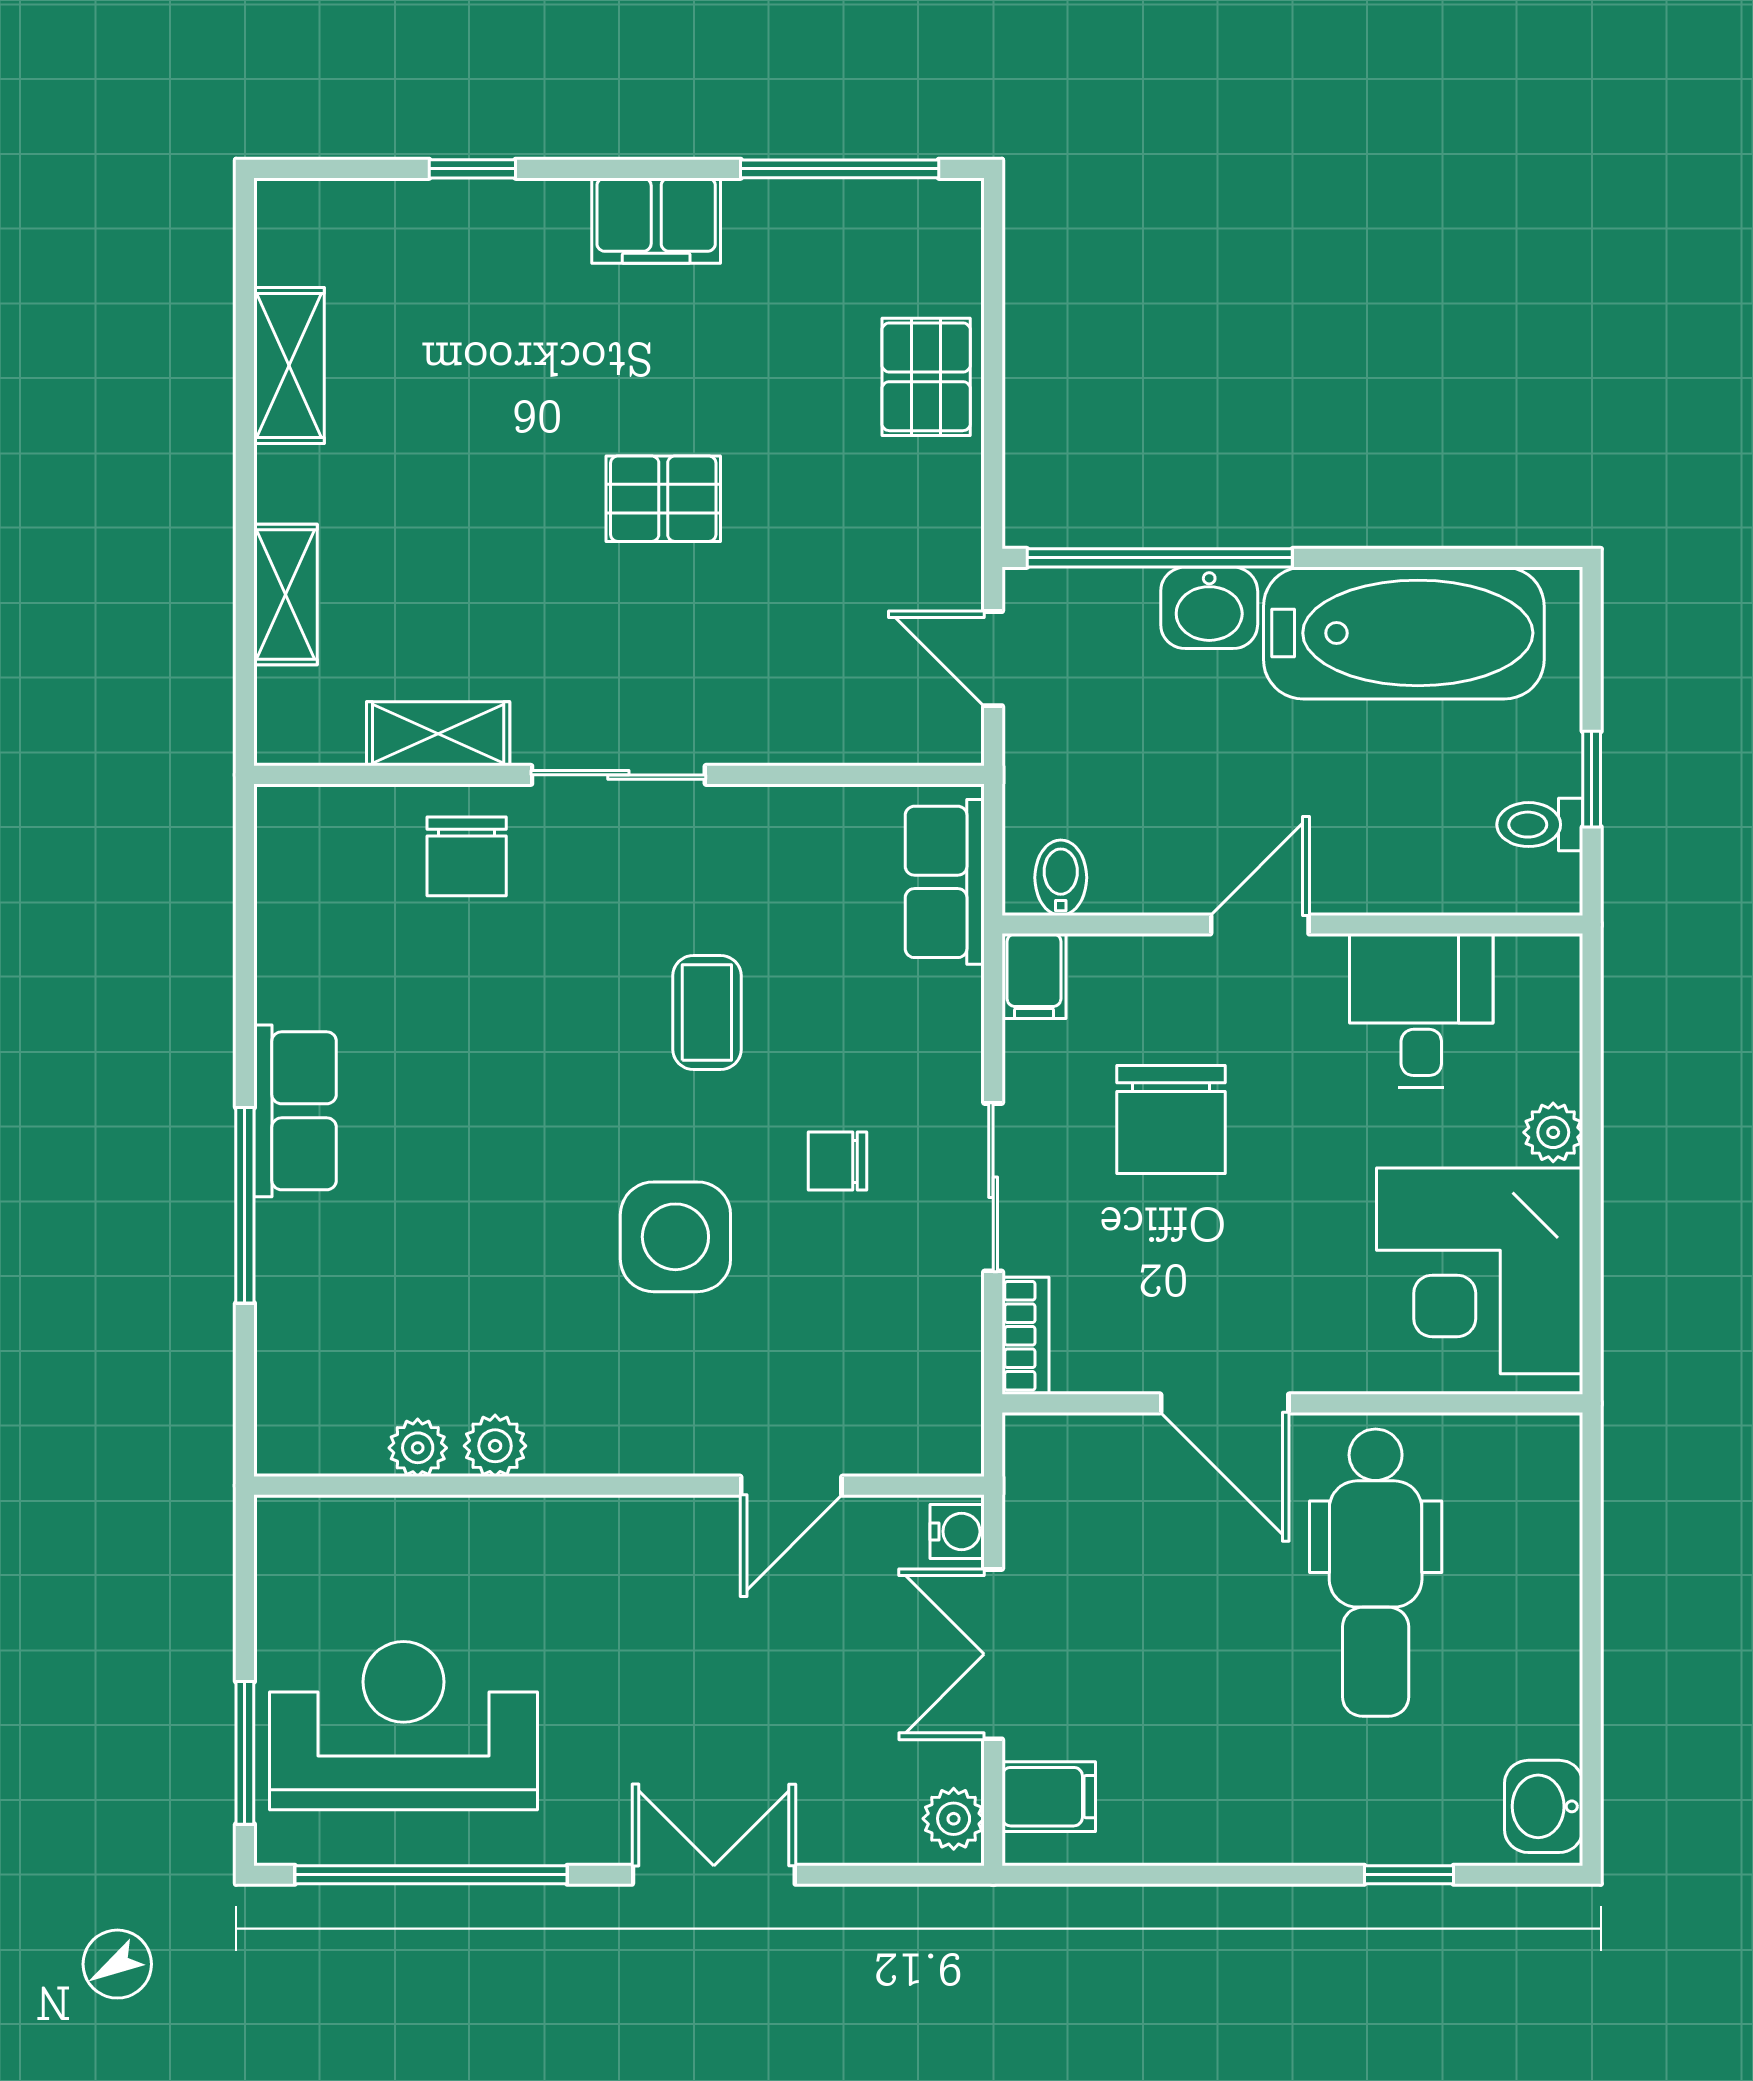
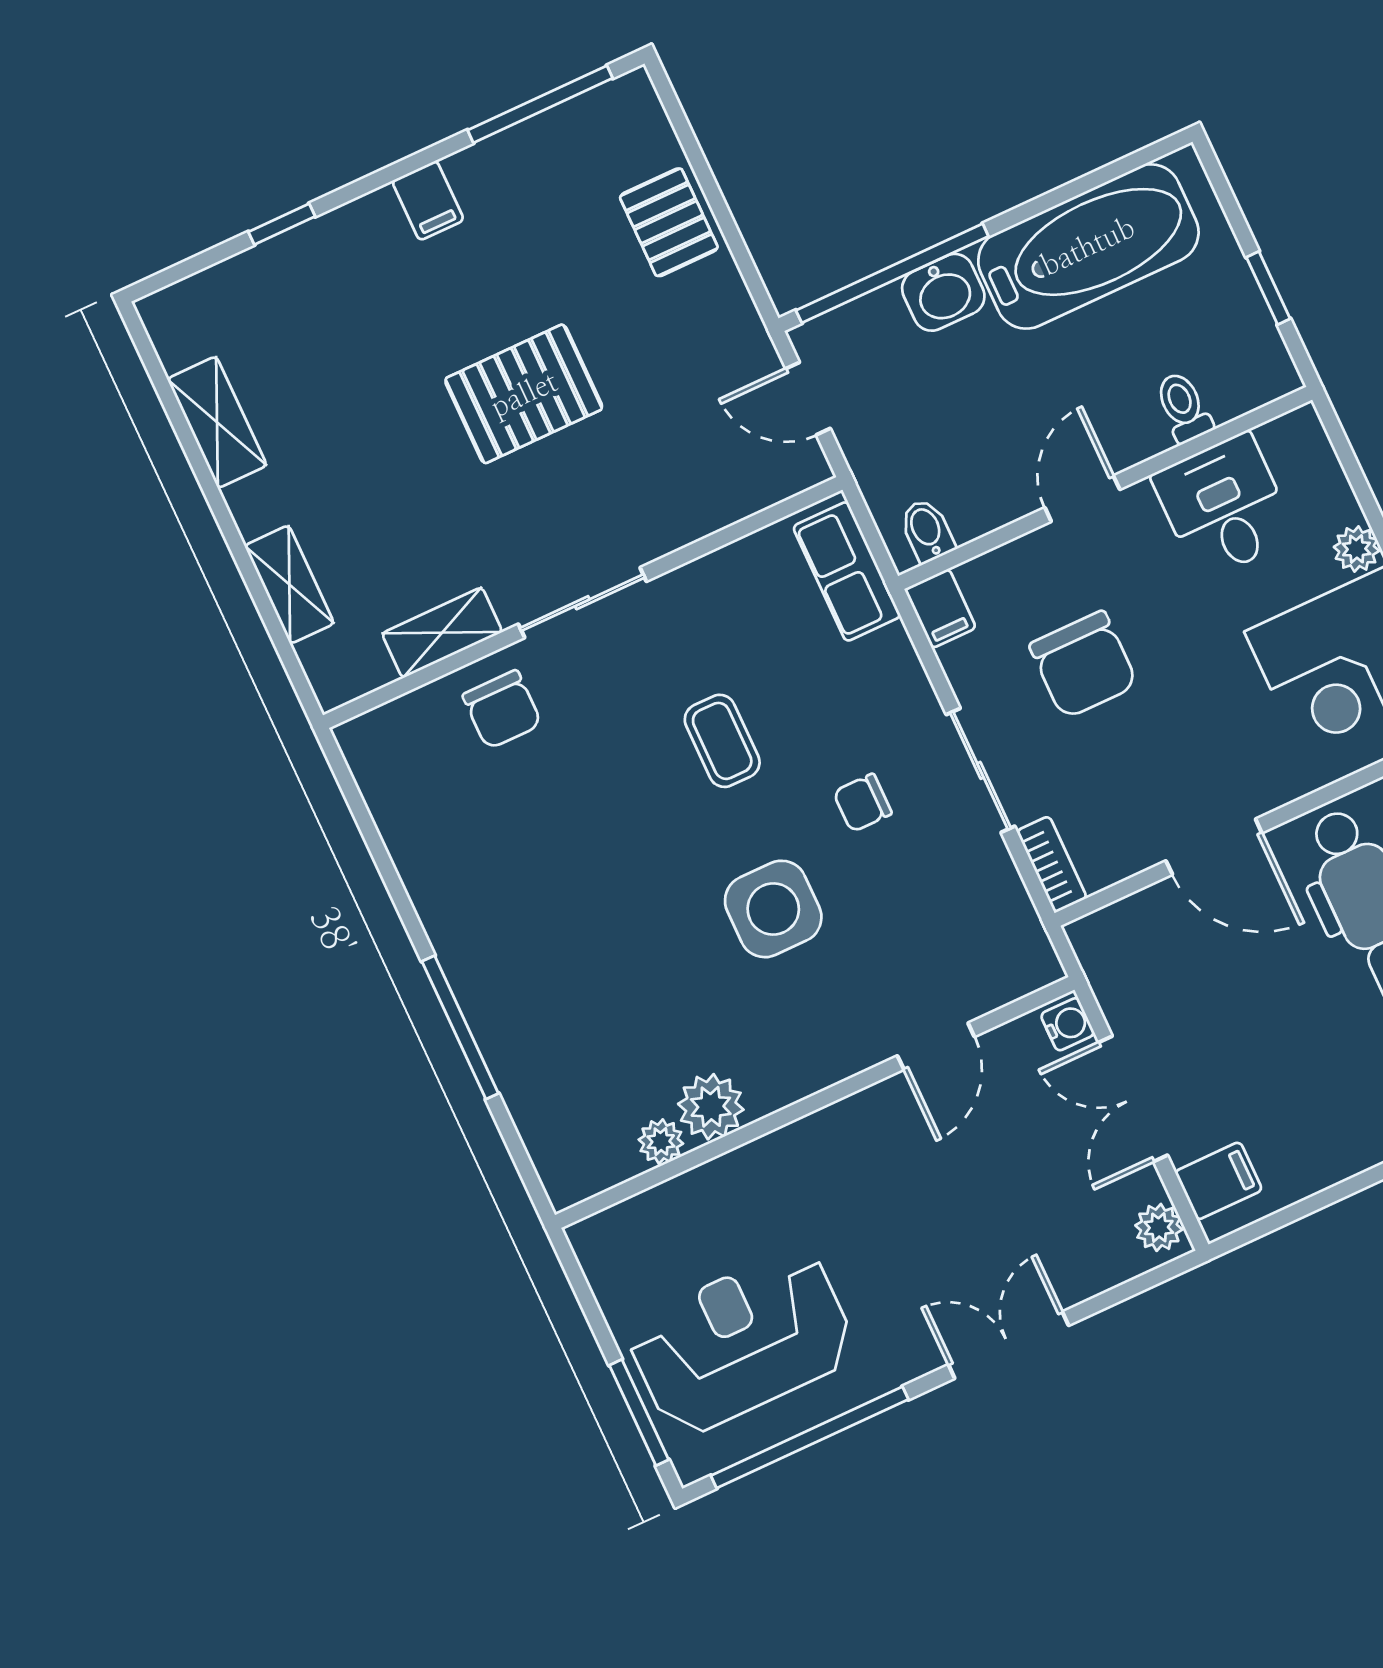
filing cabinet: (656, 221) -> (428, 201), width x0.50
pallet: (663, 499) -> (524, 394), width x1.50, depth x1.42
toilet: (1540, 825) -> (1183, 407), moved, turned 90
row of seats: (295, 1111) -> (465, 945), removed
plant: (495, 1446) -> (711, 1107), width x1.38, depth x1.38

